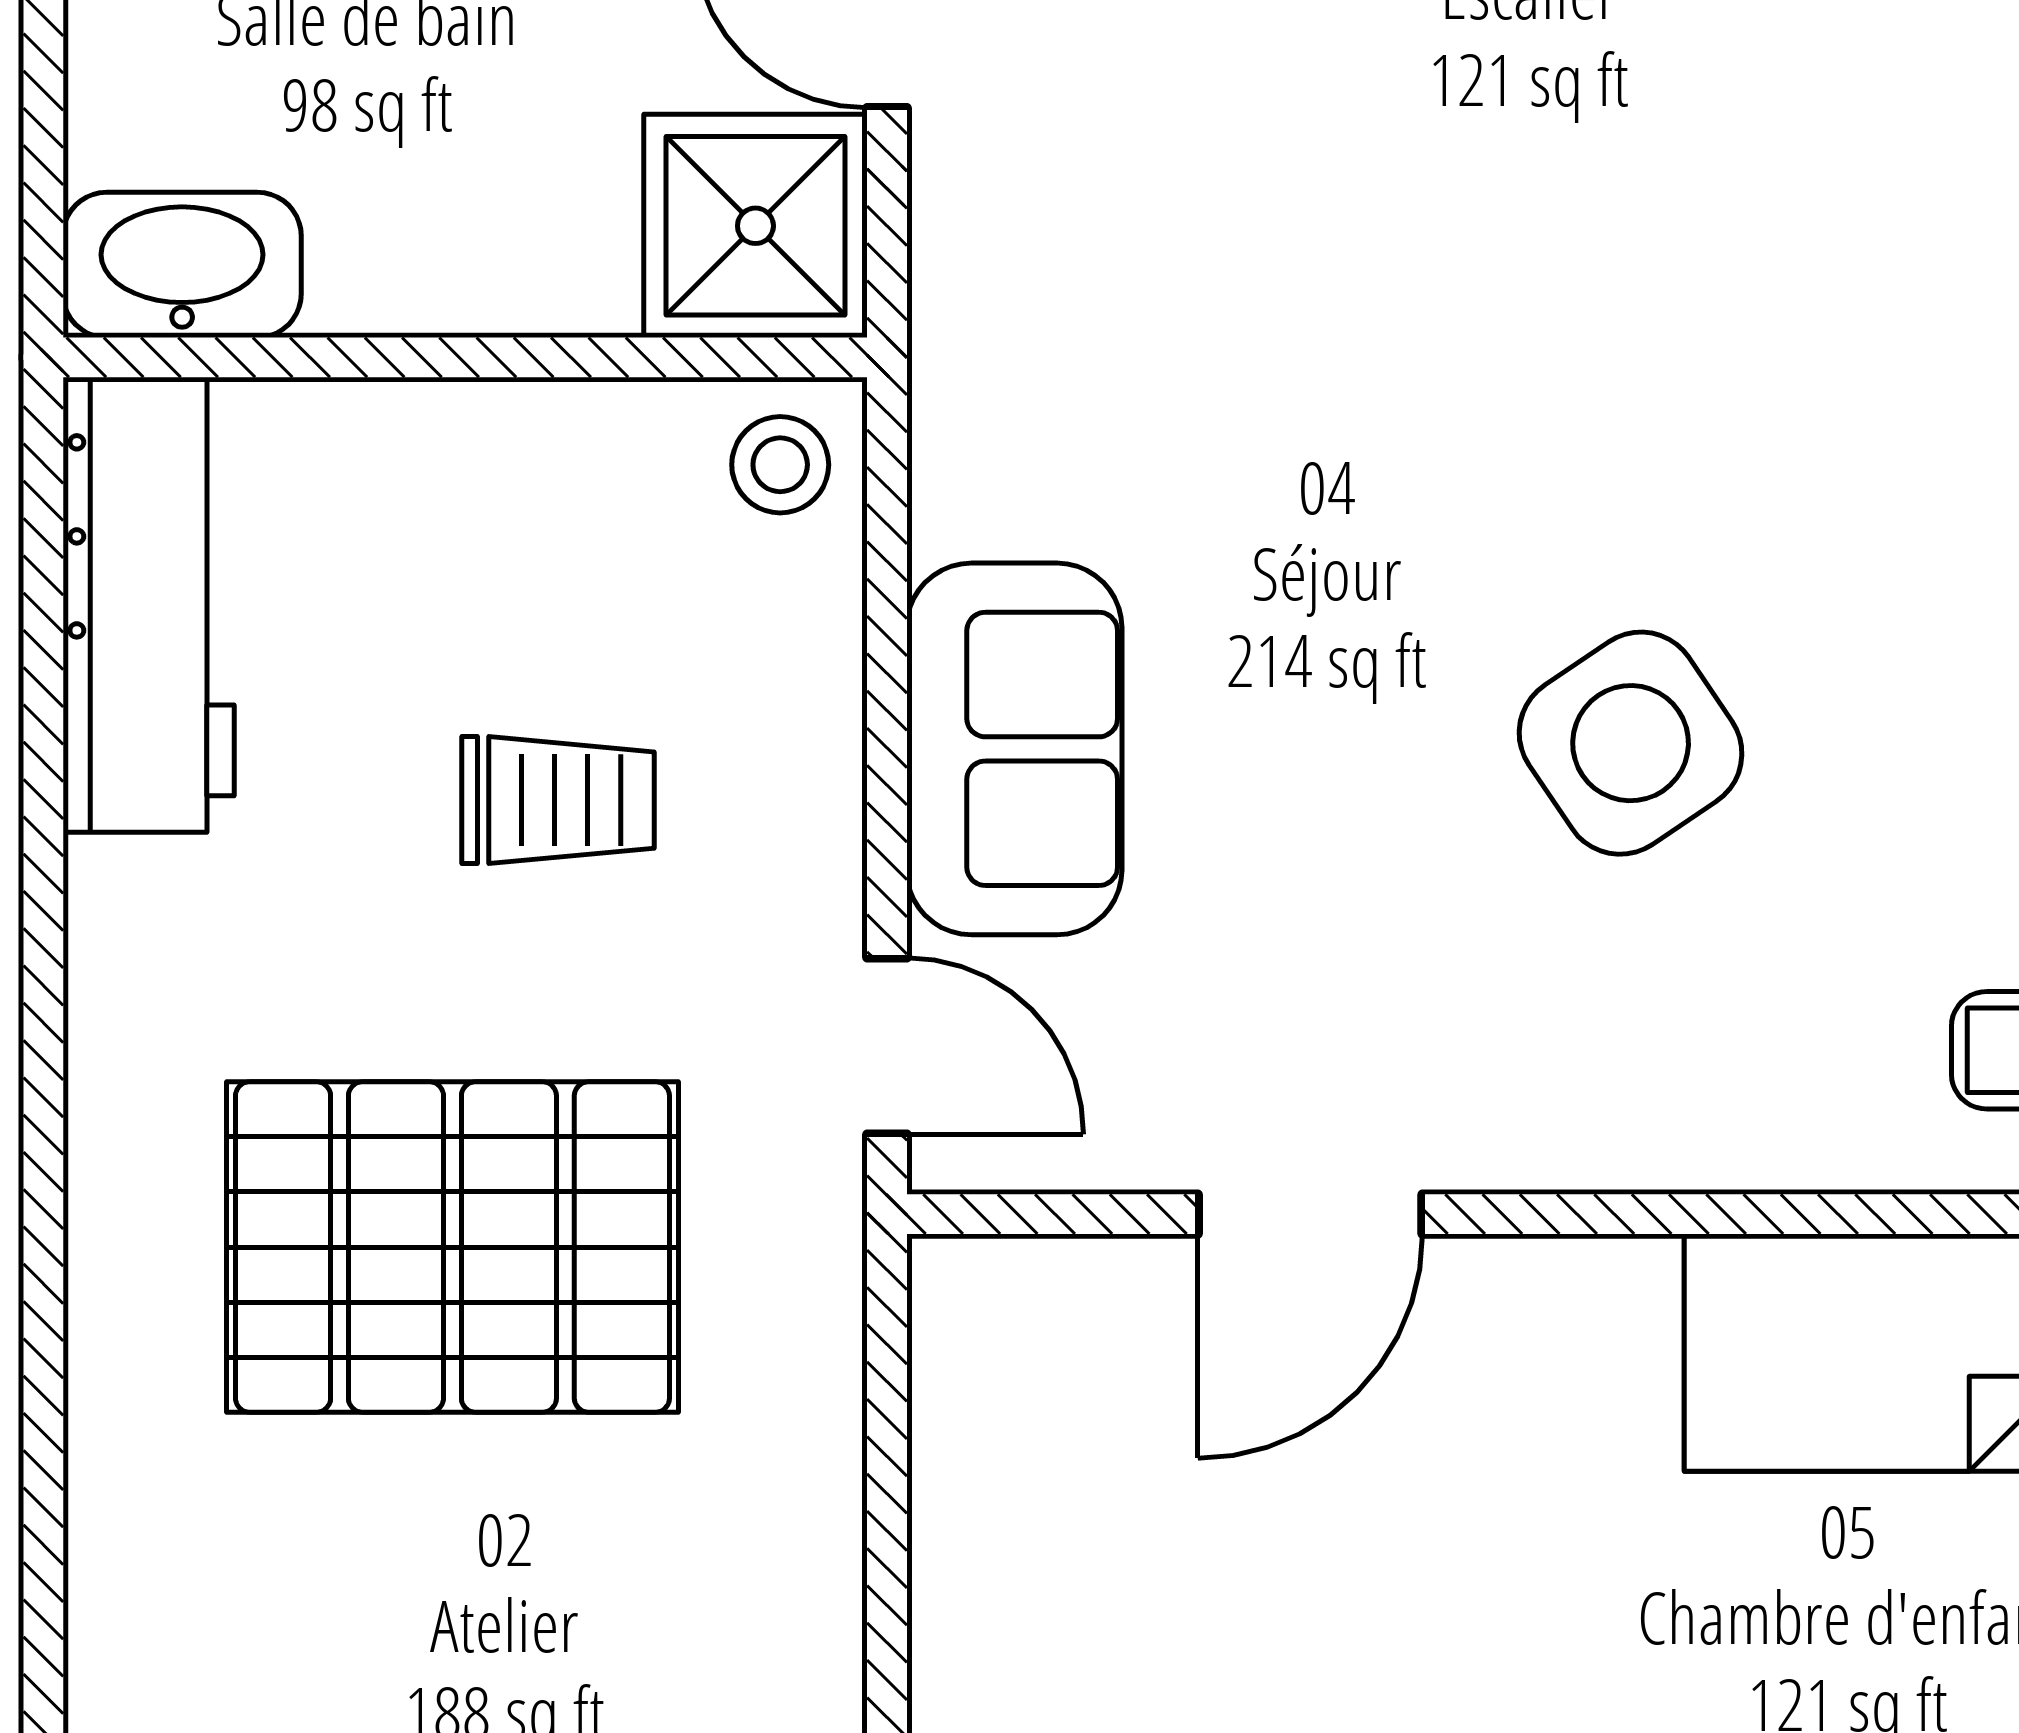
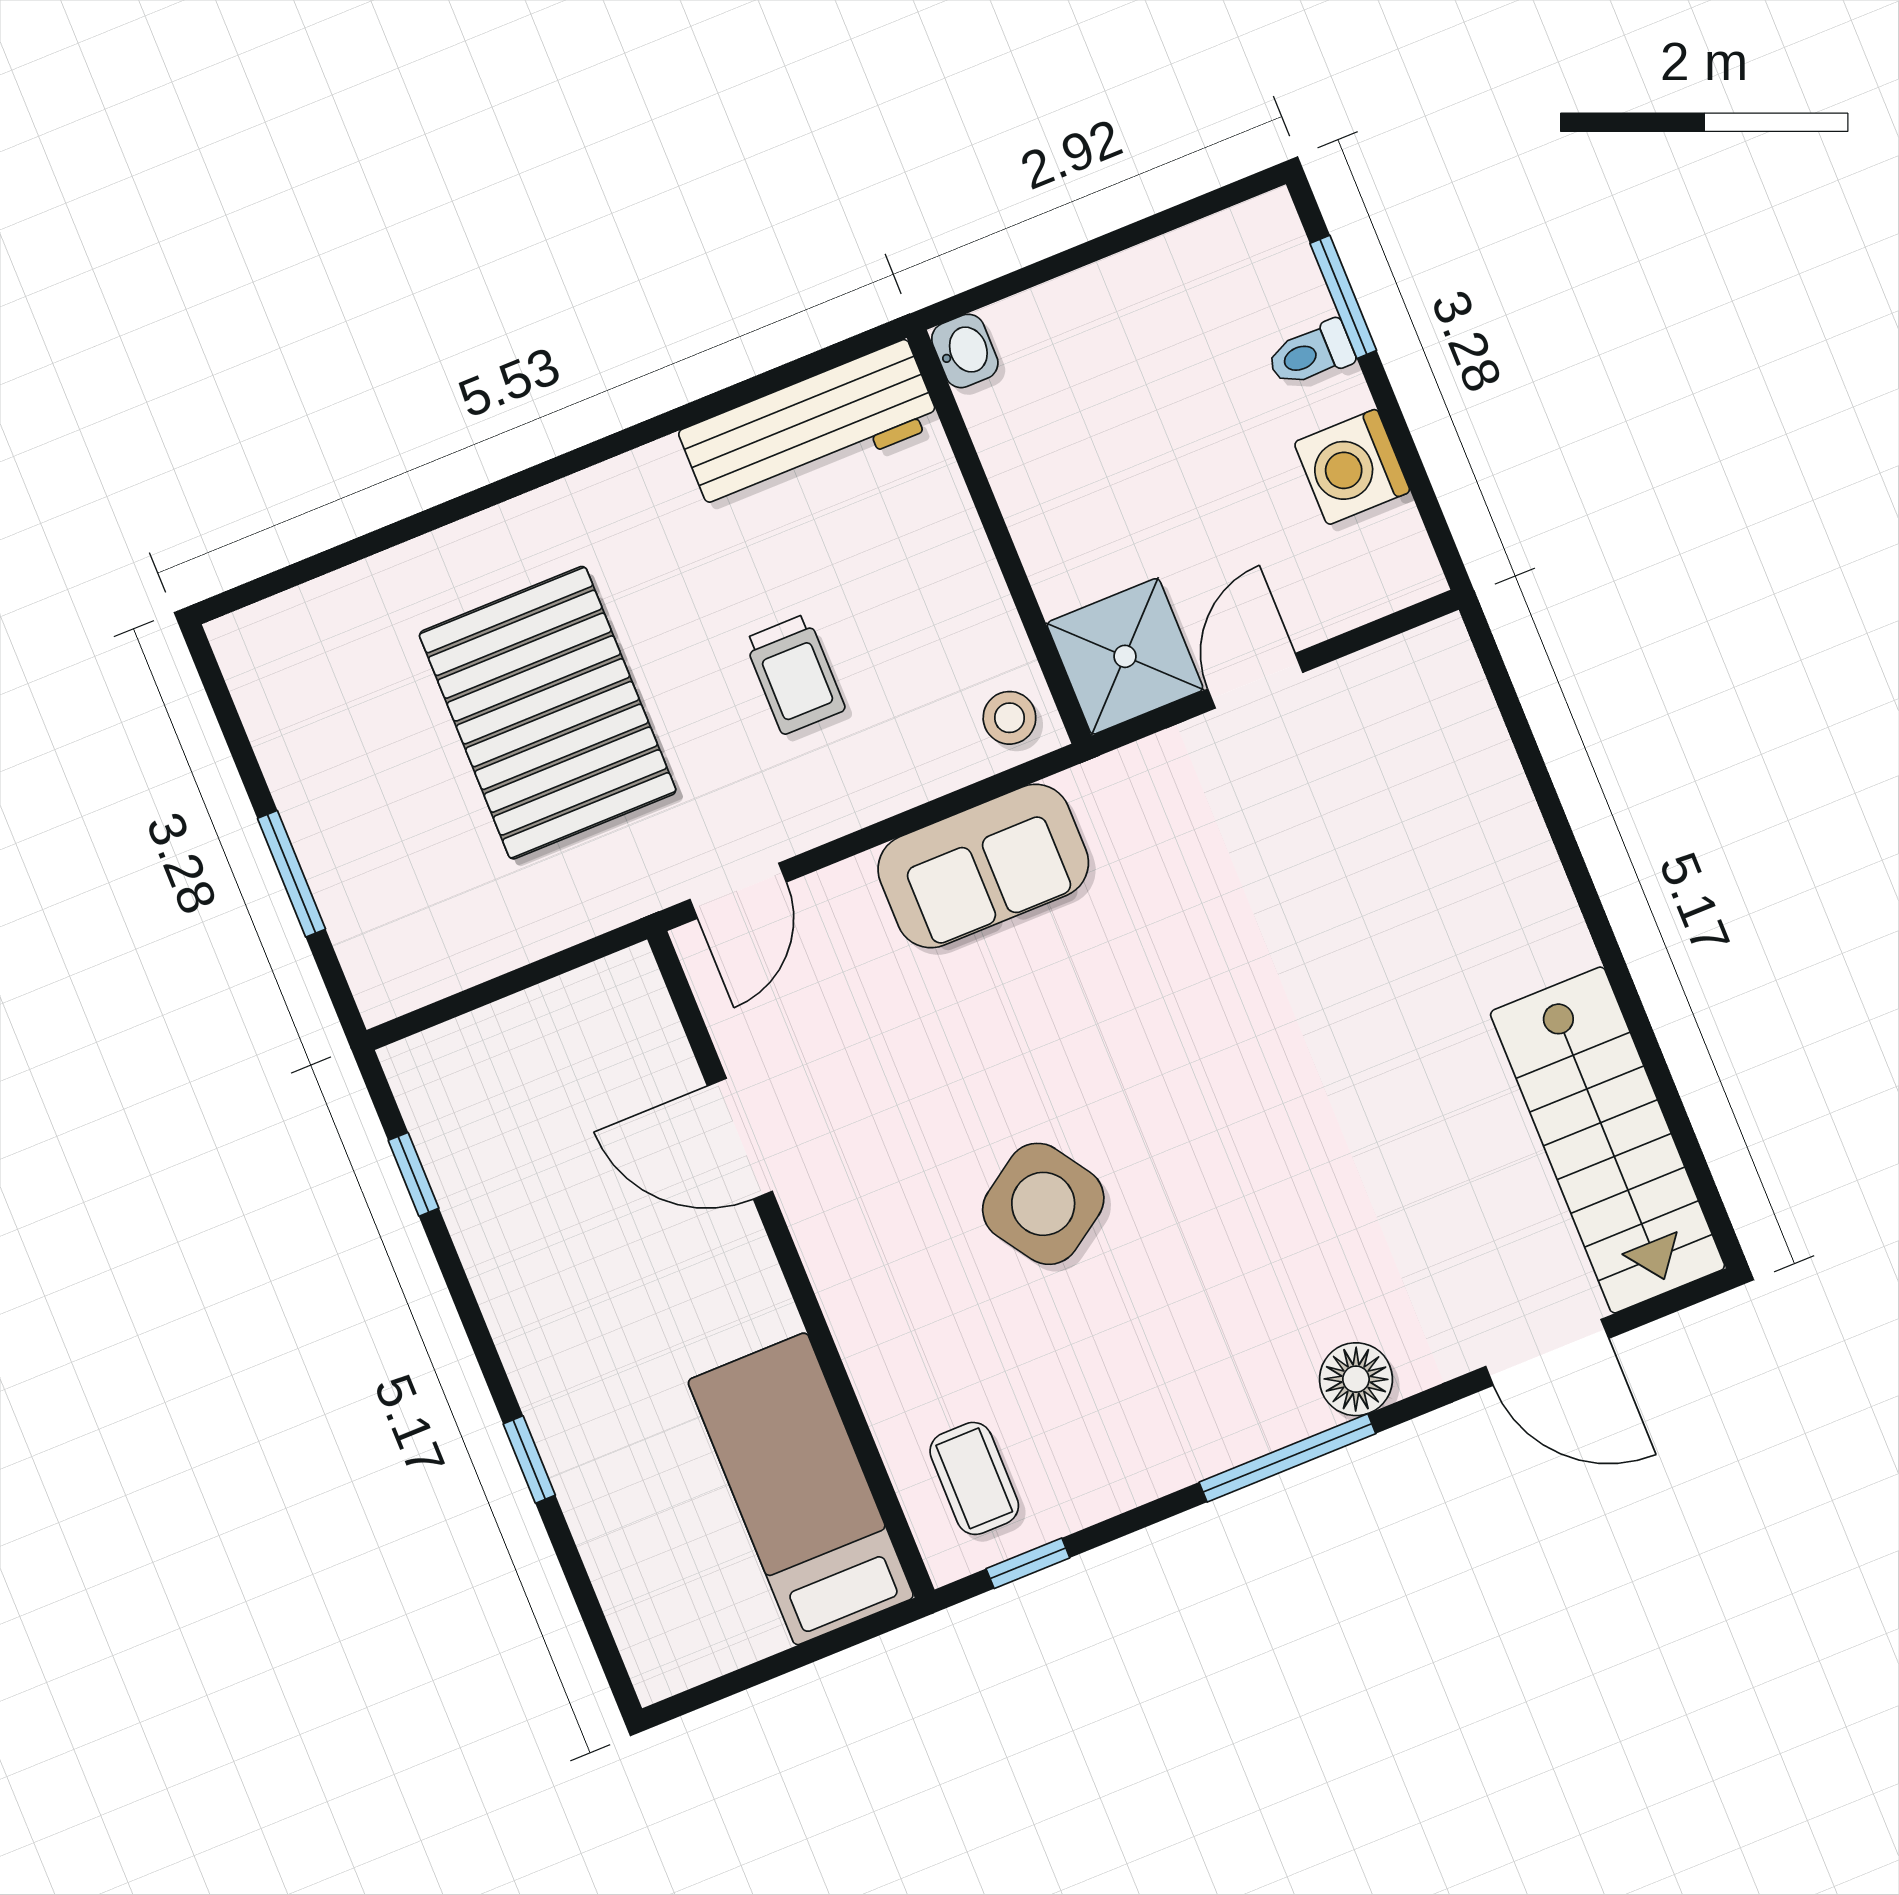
washbasin: (182, 265) -> (965, 351), width x0.52, depth x0.69
sofa: (1014, 749) -> (983, 866), moved

